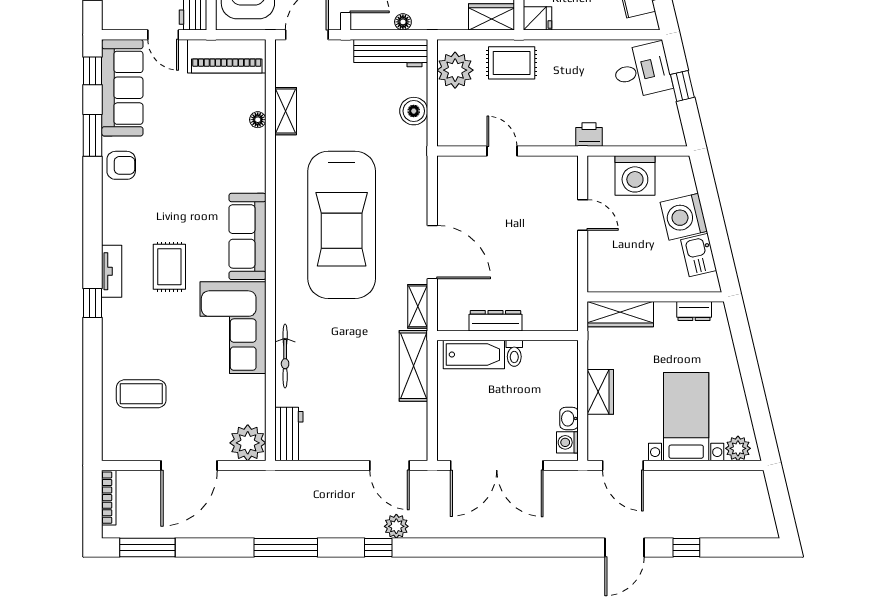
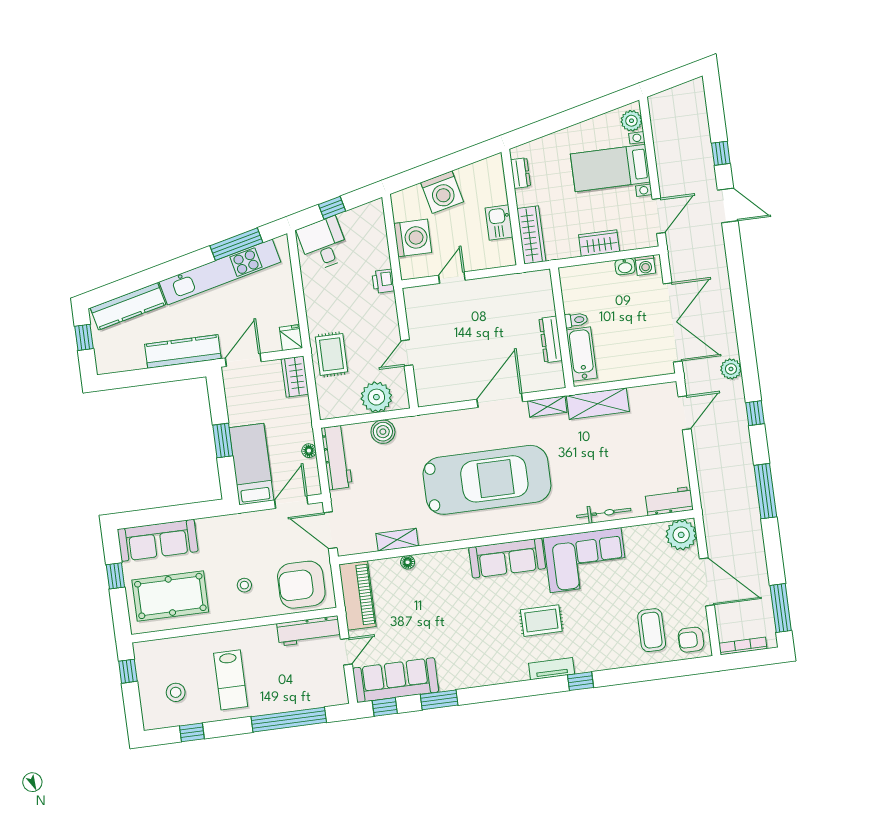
plant: (455, 70) -> (376, 397), moved
armchair: (121, 165) -> (691, 640), moved, turned -90
kitchen sink: (699, 255) -> (499, 222), moved, turned 103
plant: (396, 526) -> (731, 369), moved

